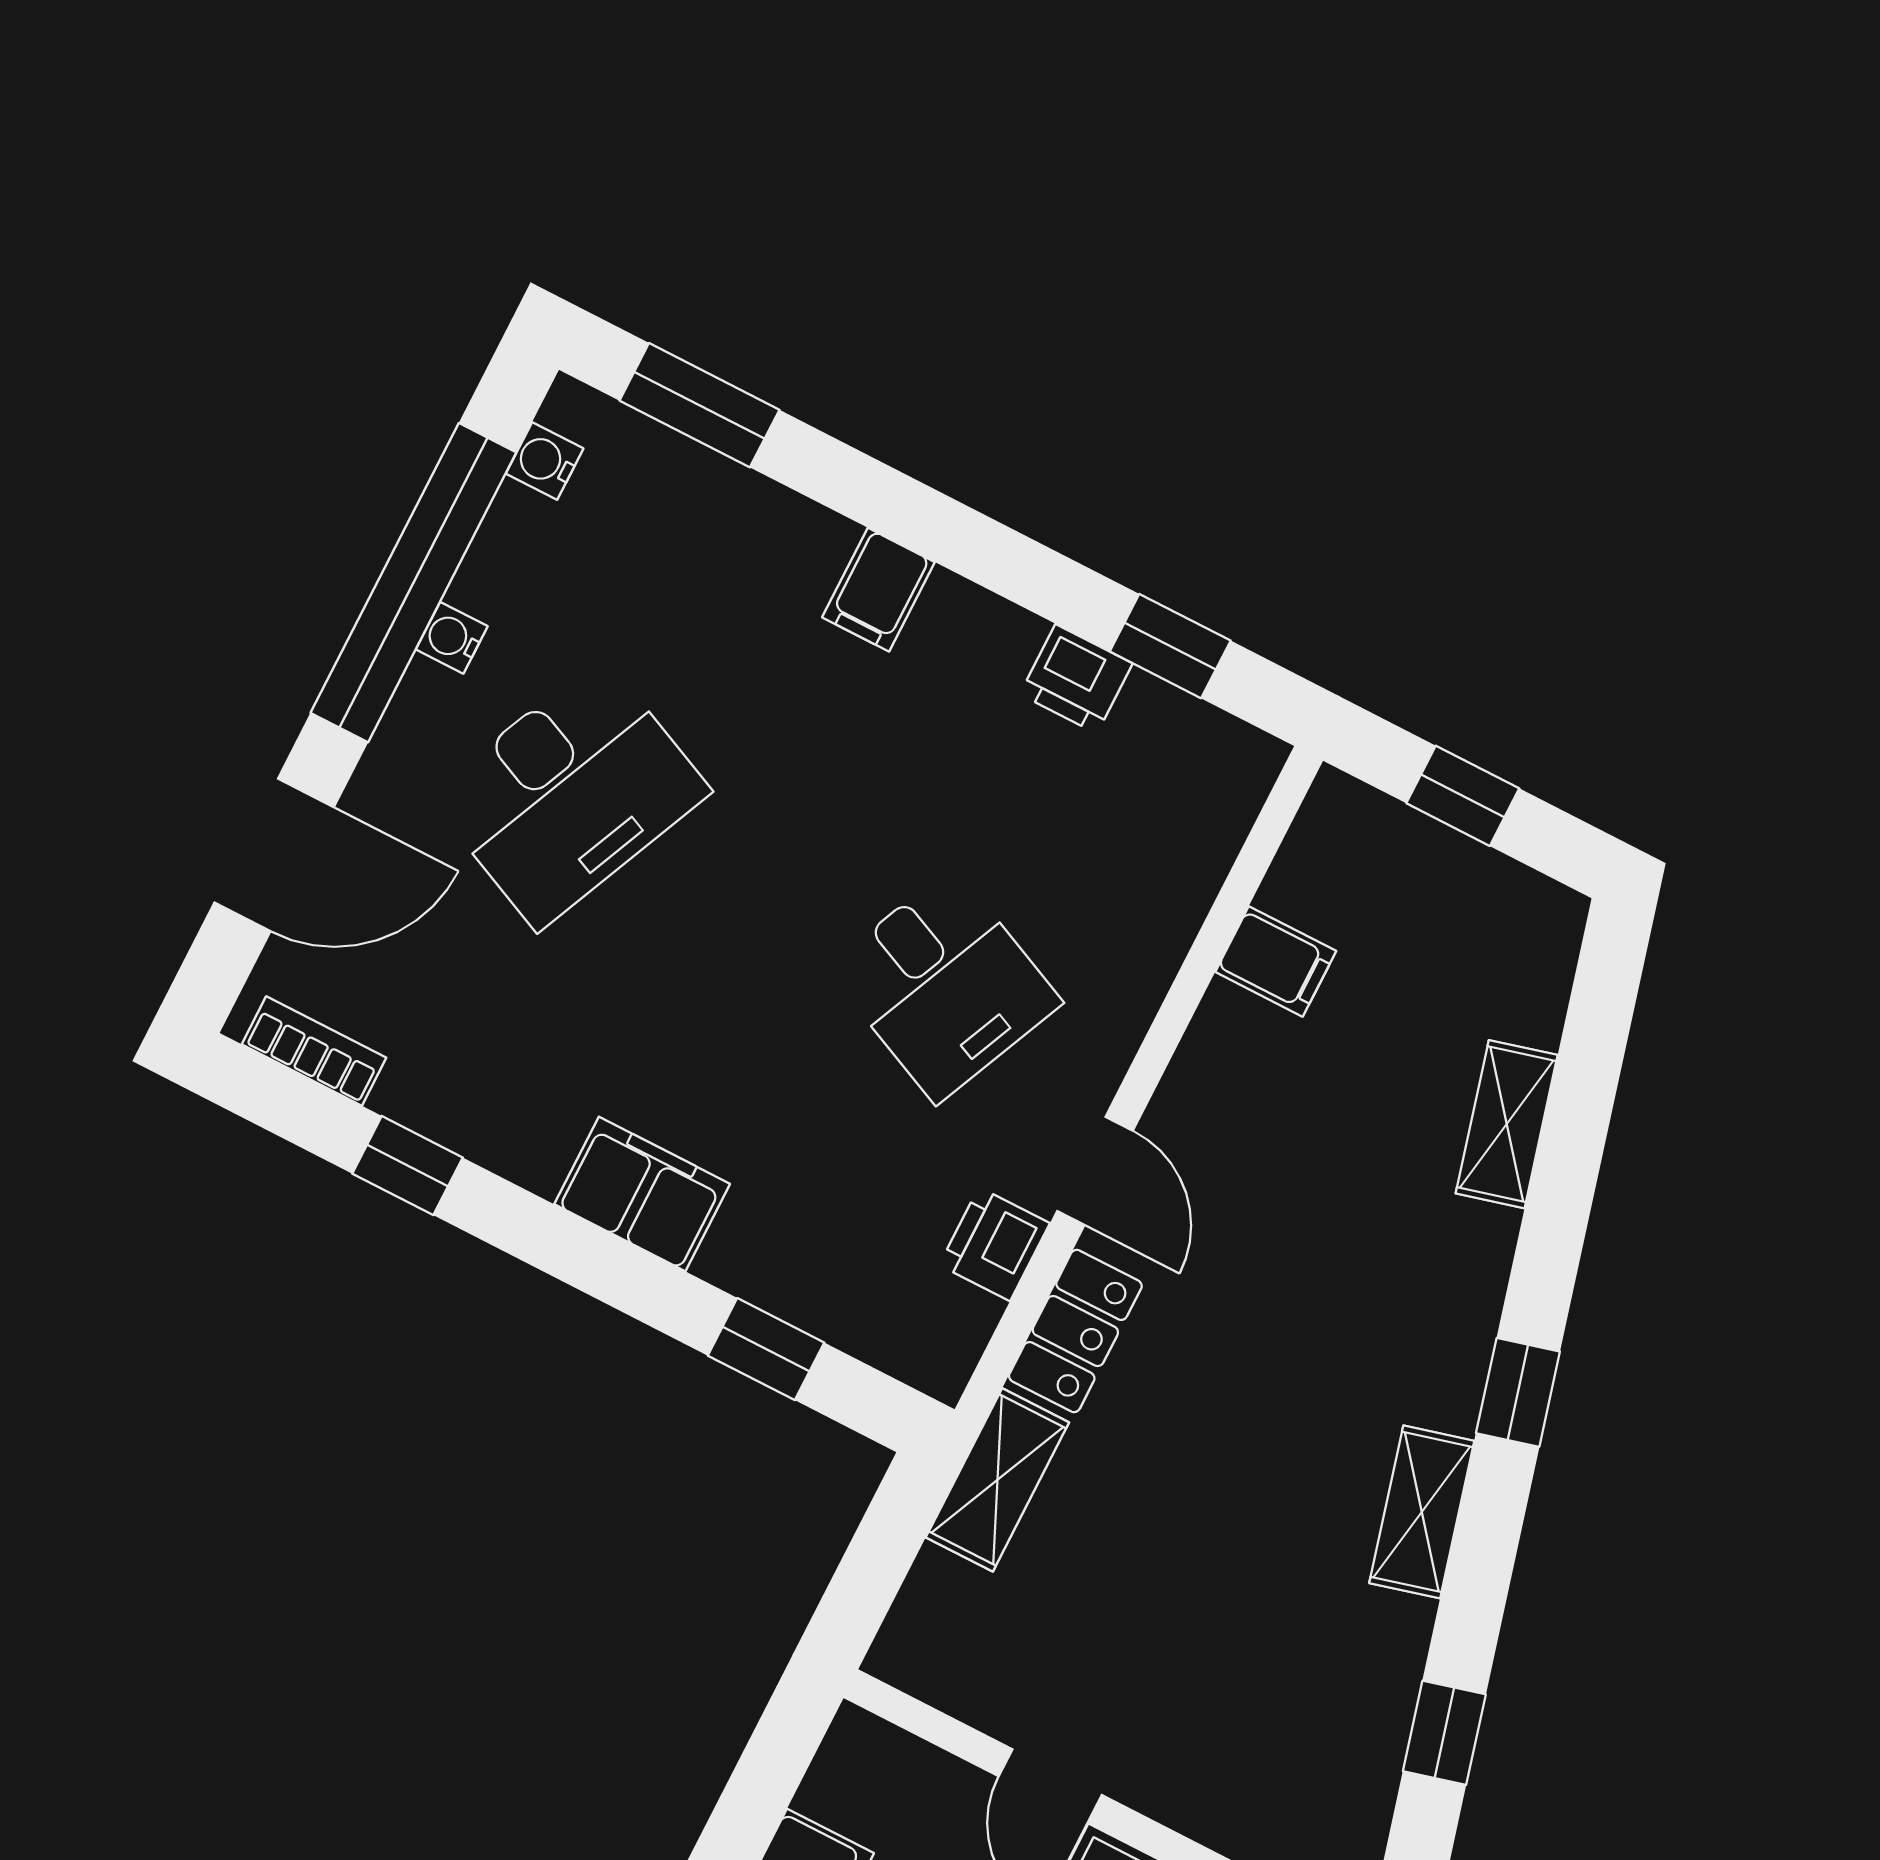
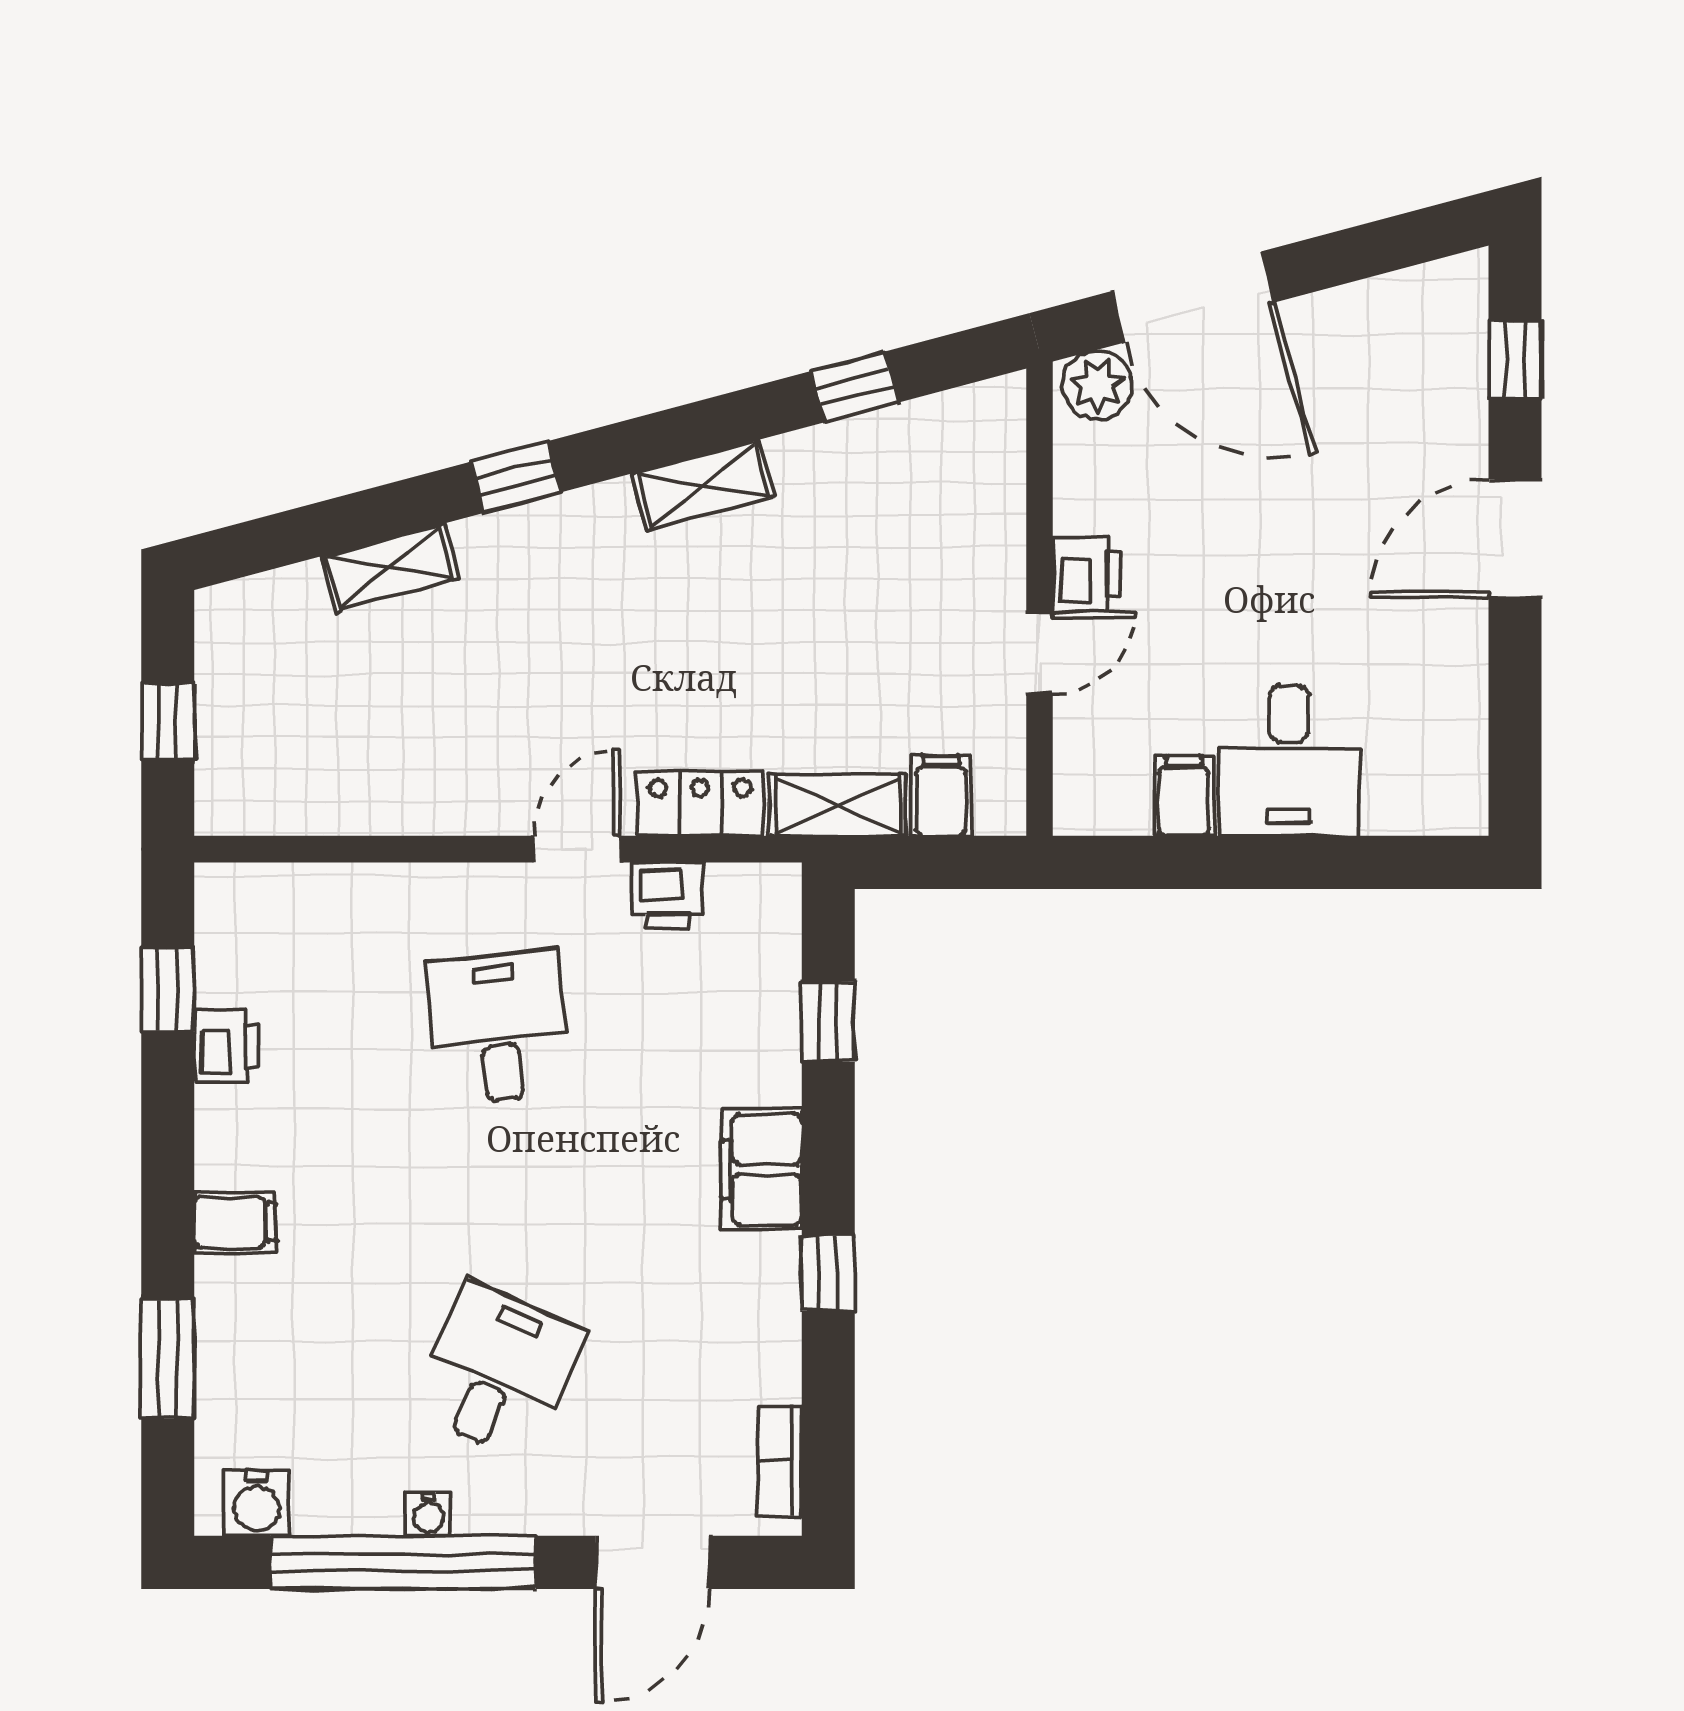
window: (699, 405) -> (168, 1359), moved
water cooler: (545, 461) -> (257, 1503), width x1.38, depth x1.38
desk: (570, 794) -> (498, 1371), width x0.73
door: (274, 855) -> (652, 1562), swing flipped
filing cabinet: (1276, 961) -> (941, 796), moved
desk: (944, 985) -> (498, 1028), turned -30
window: (407, 1166) -> (828, 1273), moved
window: (1518, 1392) -> (515, 477), moved

